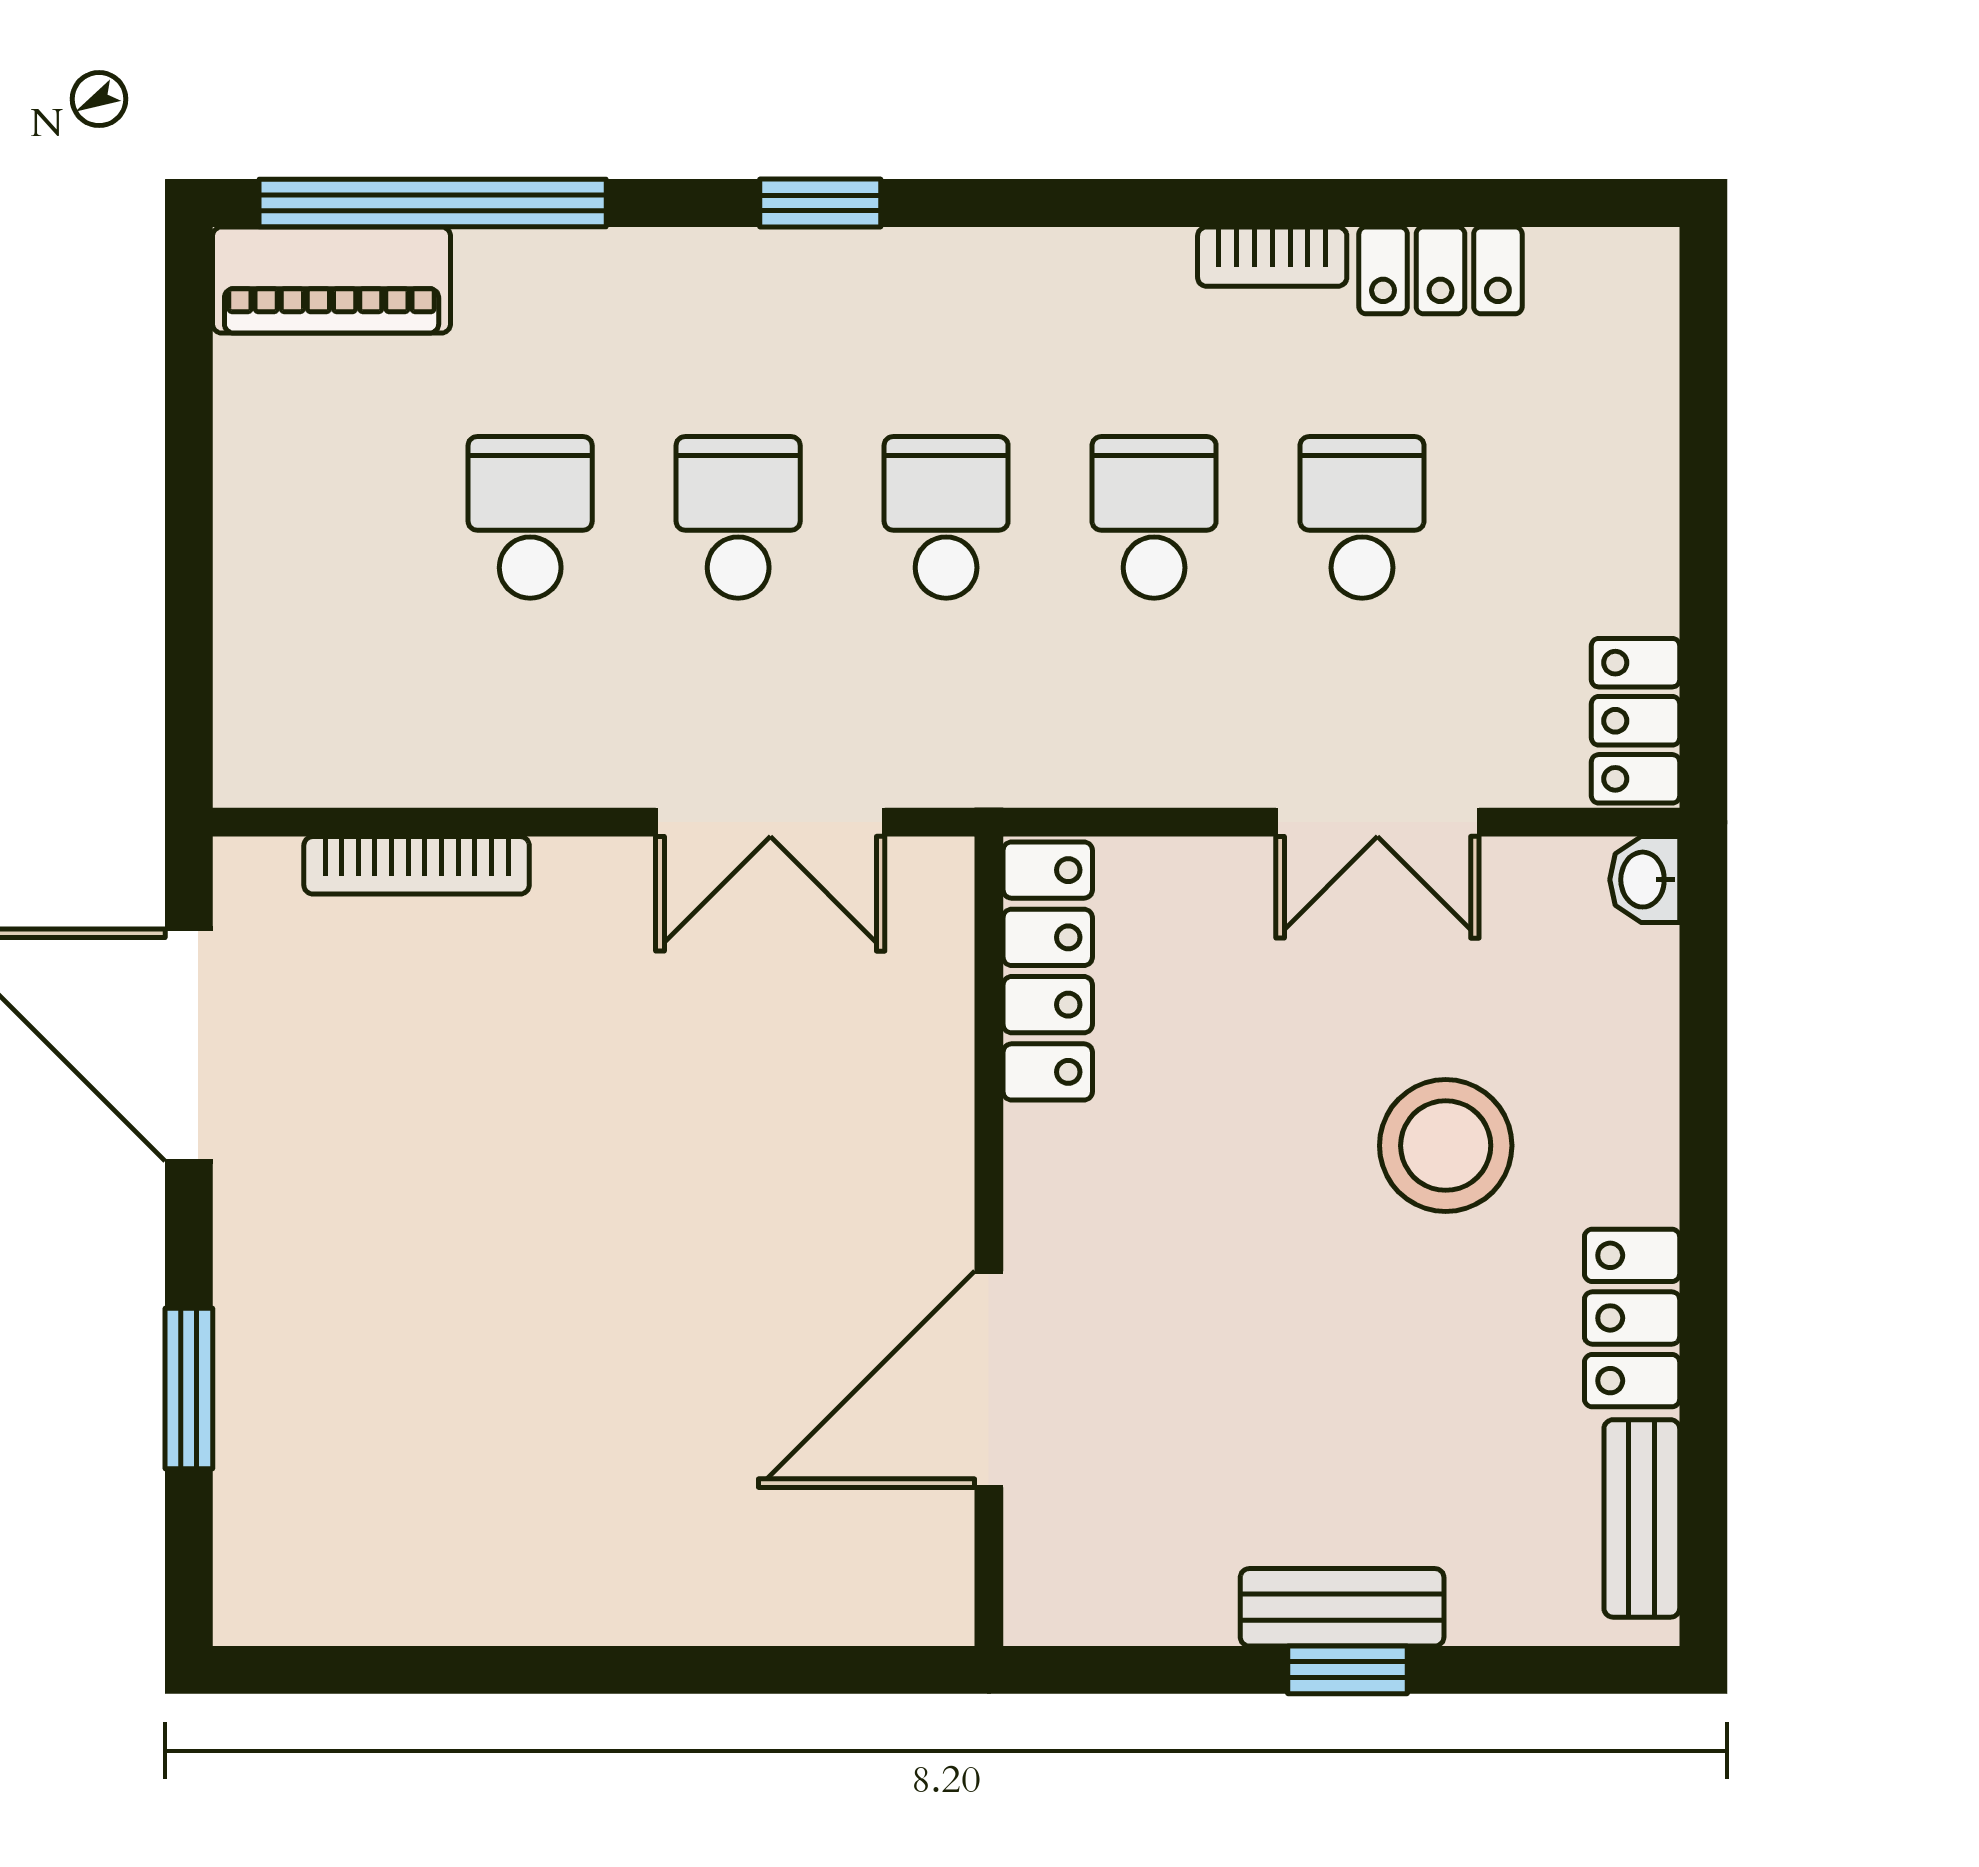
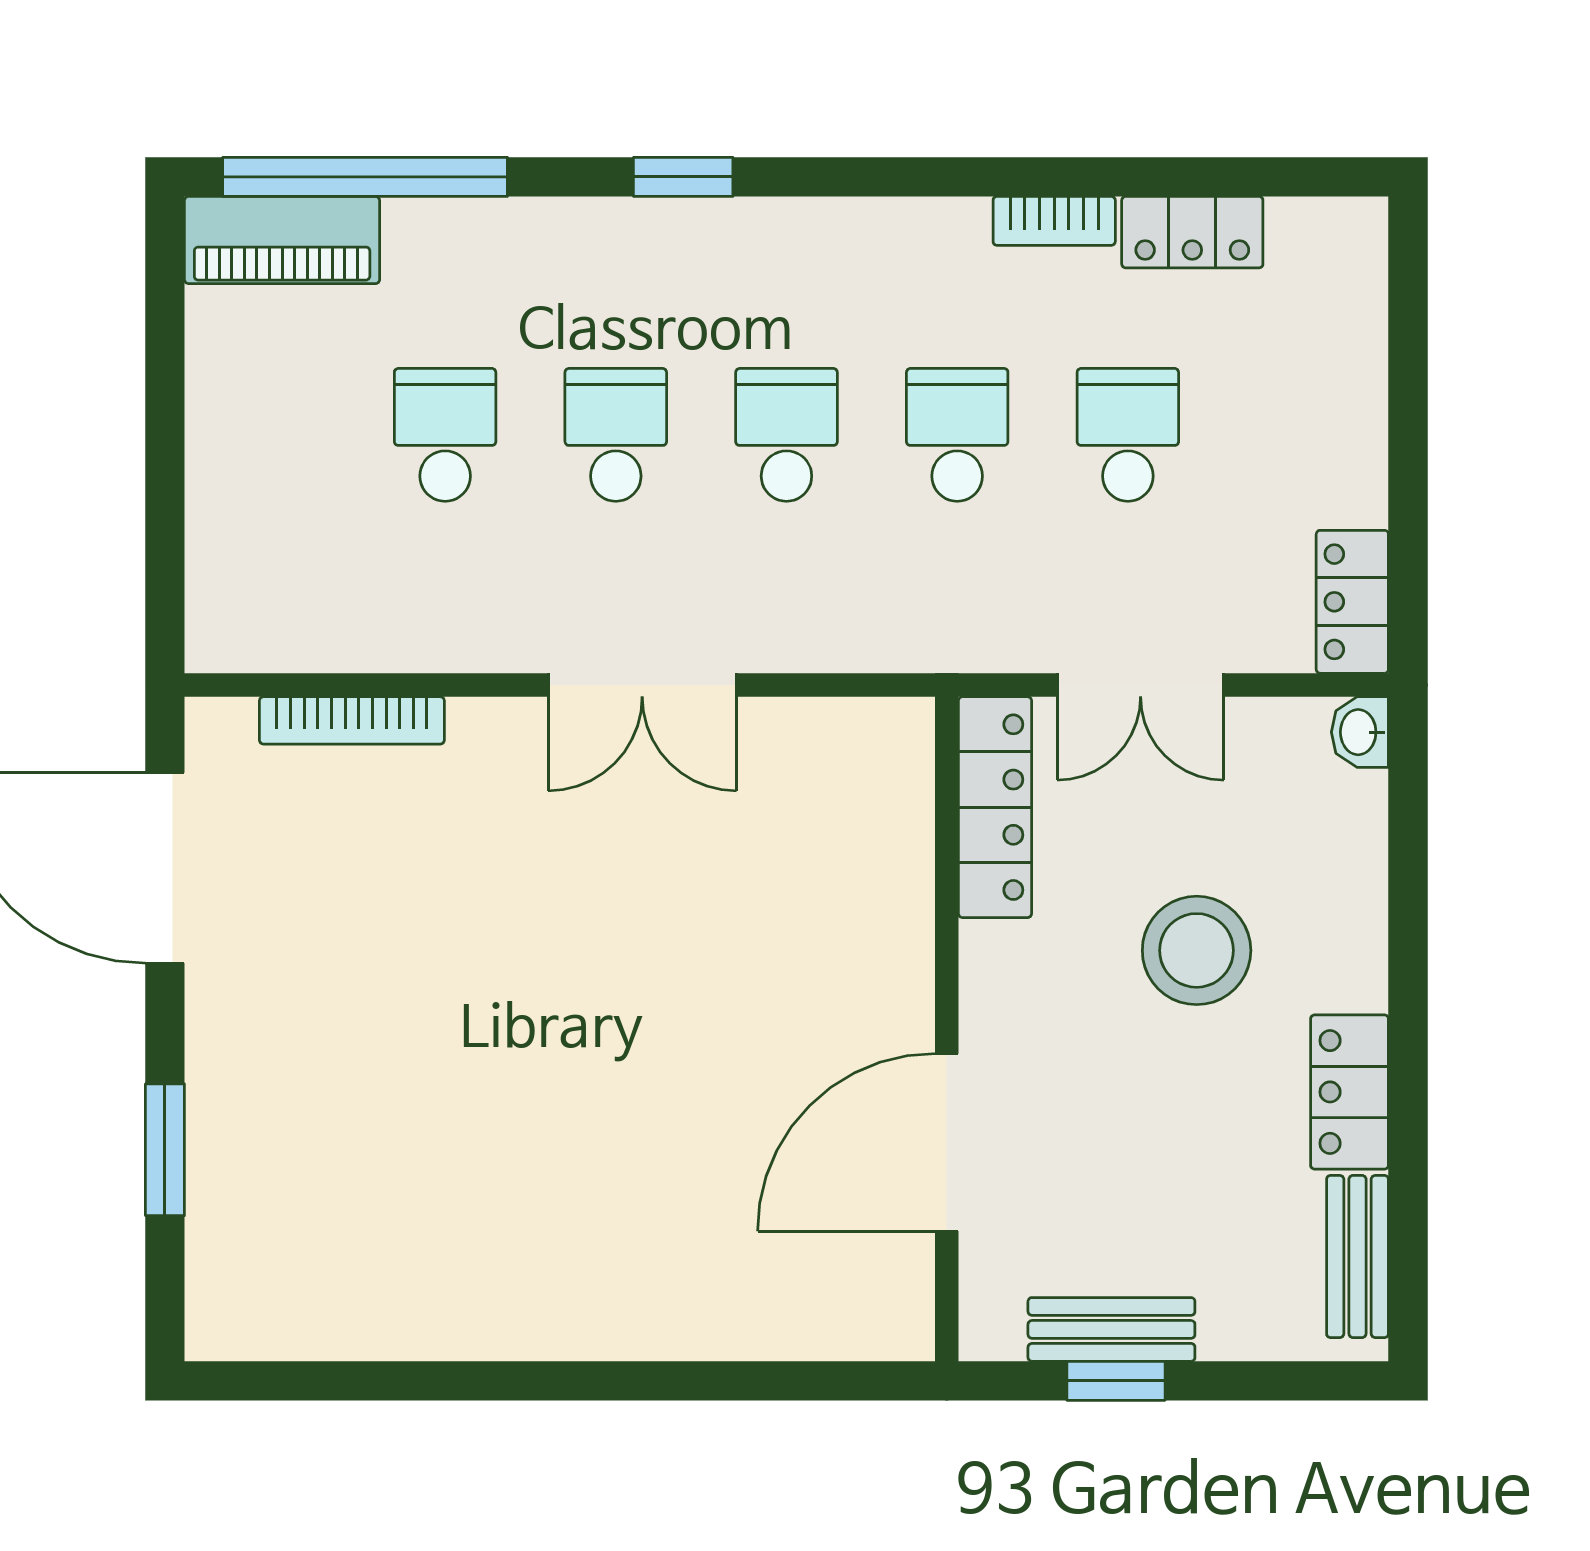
locker: (1048, 971) -> (995, 807), moved
wall: (989, 1241) -> (947, 1029), moved
door: (989, 1379) -> (947, 1142), moved

